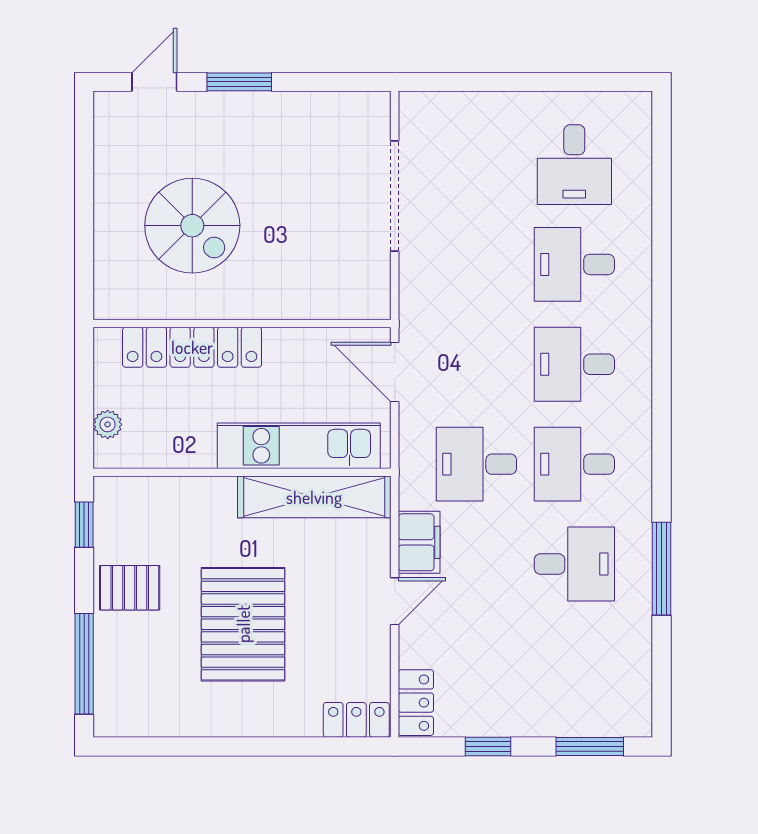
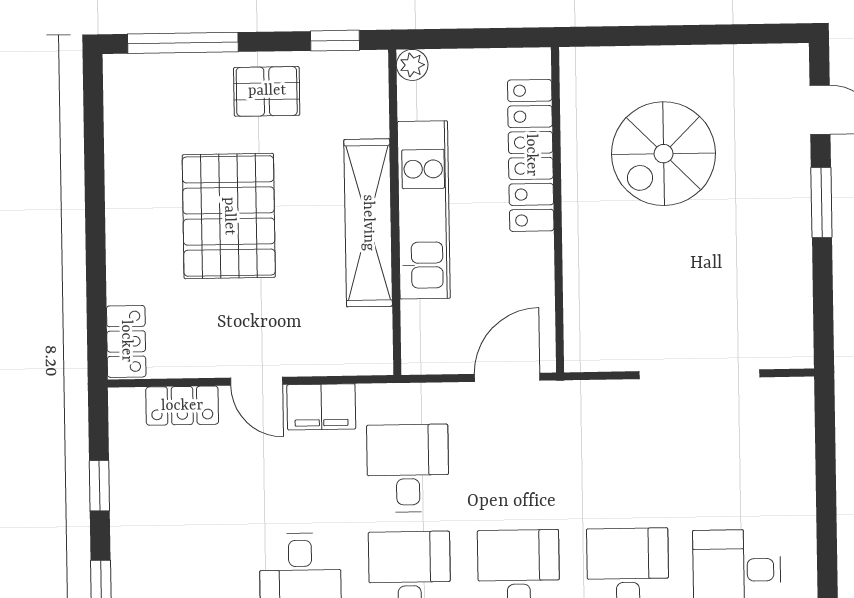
plant: (108, 424) -> (412, 65), moved
kitchen unit: (299, 446) -> (424, 210), moved
shelving: (314, 497) -> (368, 223), moved
pallet: (130, 588) -> (267, 91), turned 90
pallet: (243, 624) -> (229, 216), turned 90
locker: (416, 703) -> (182, 406), moved

